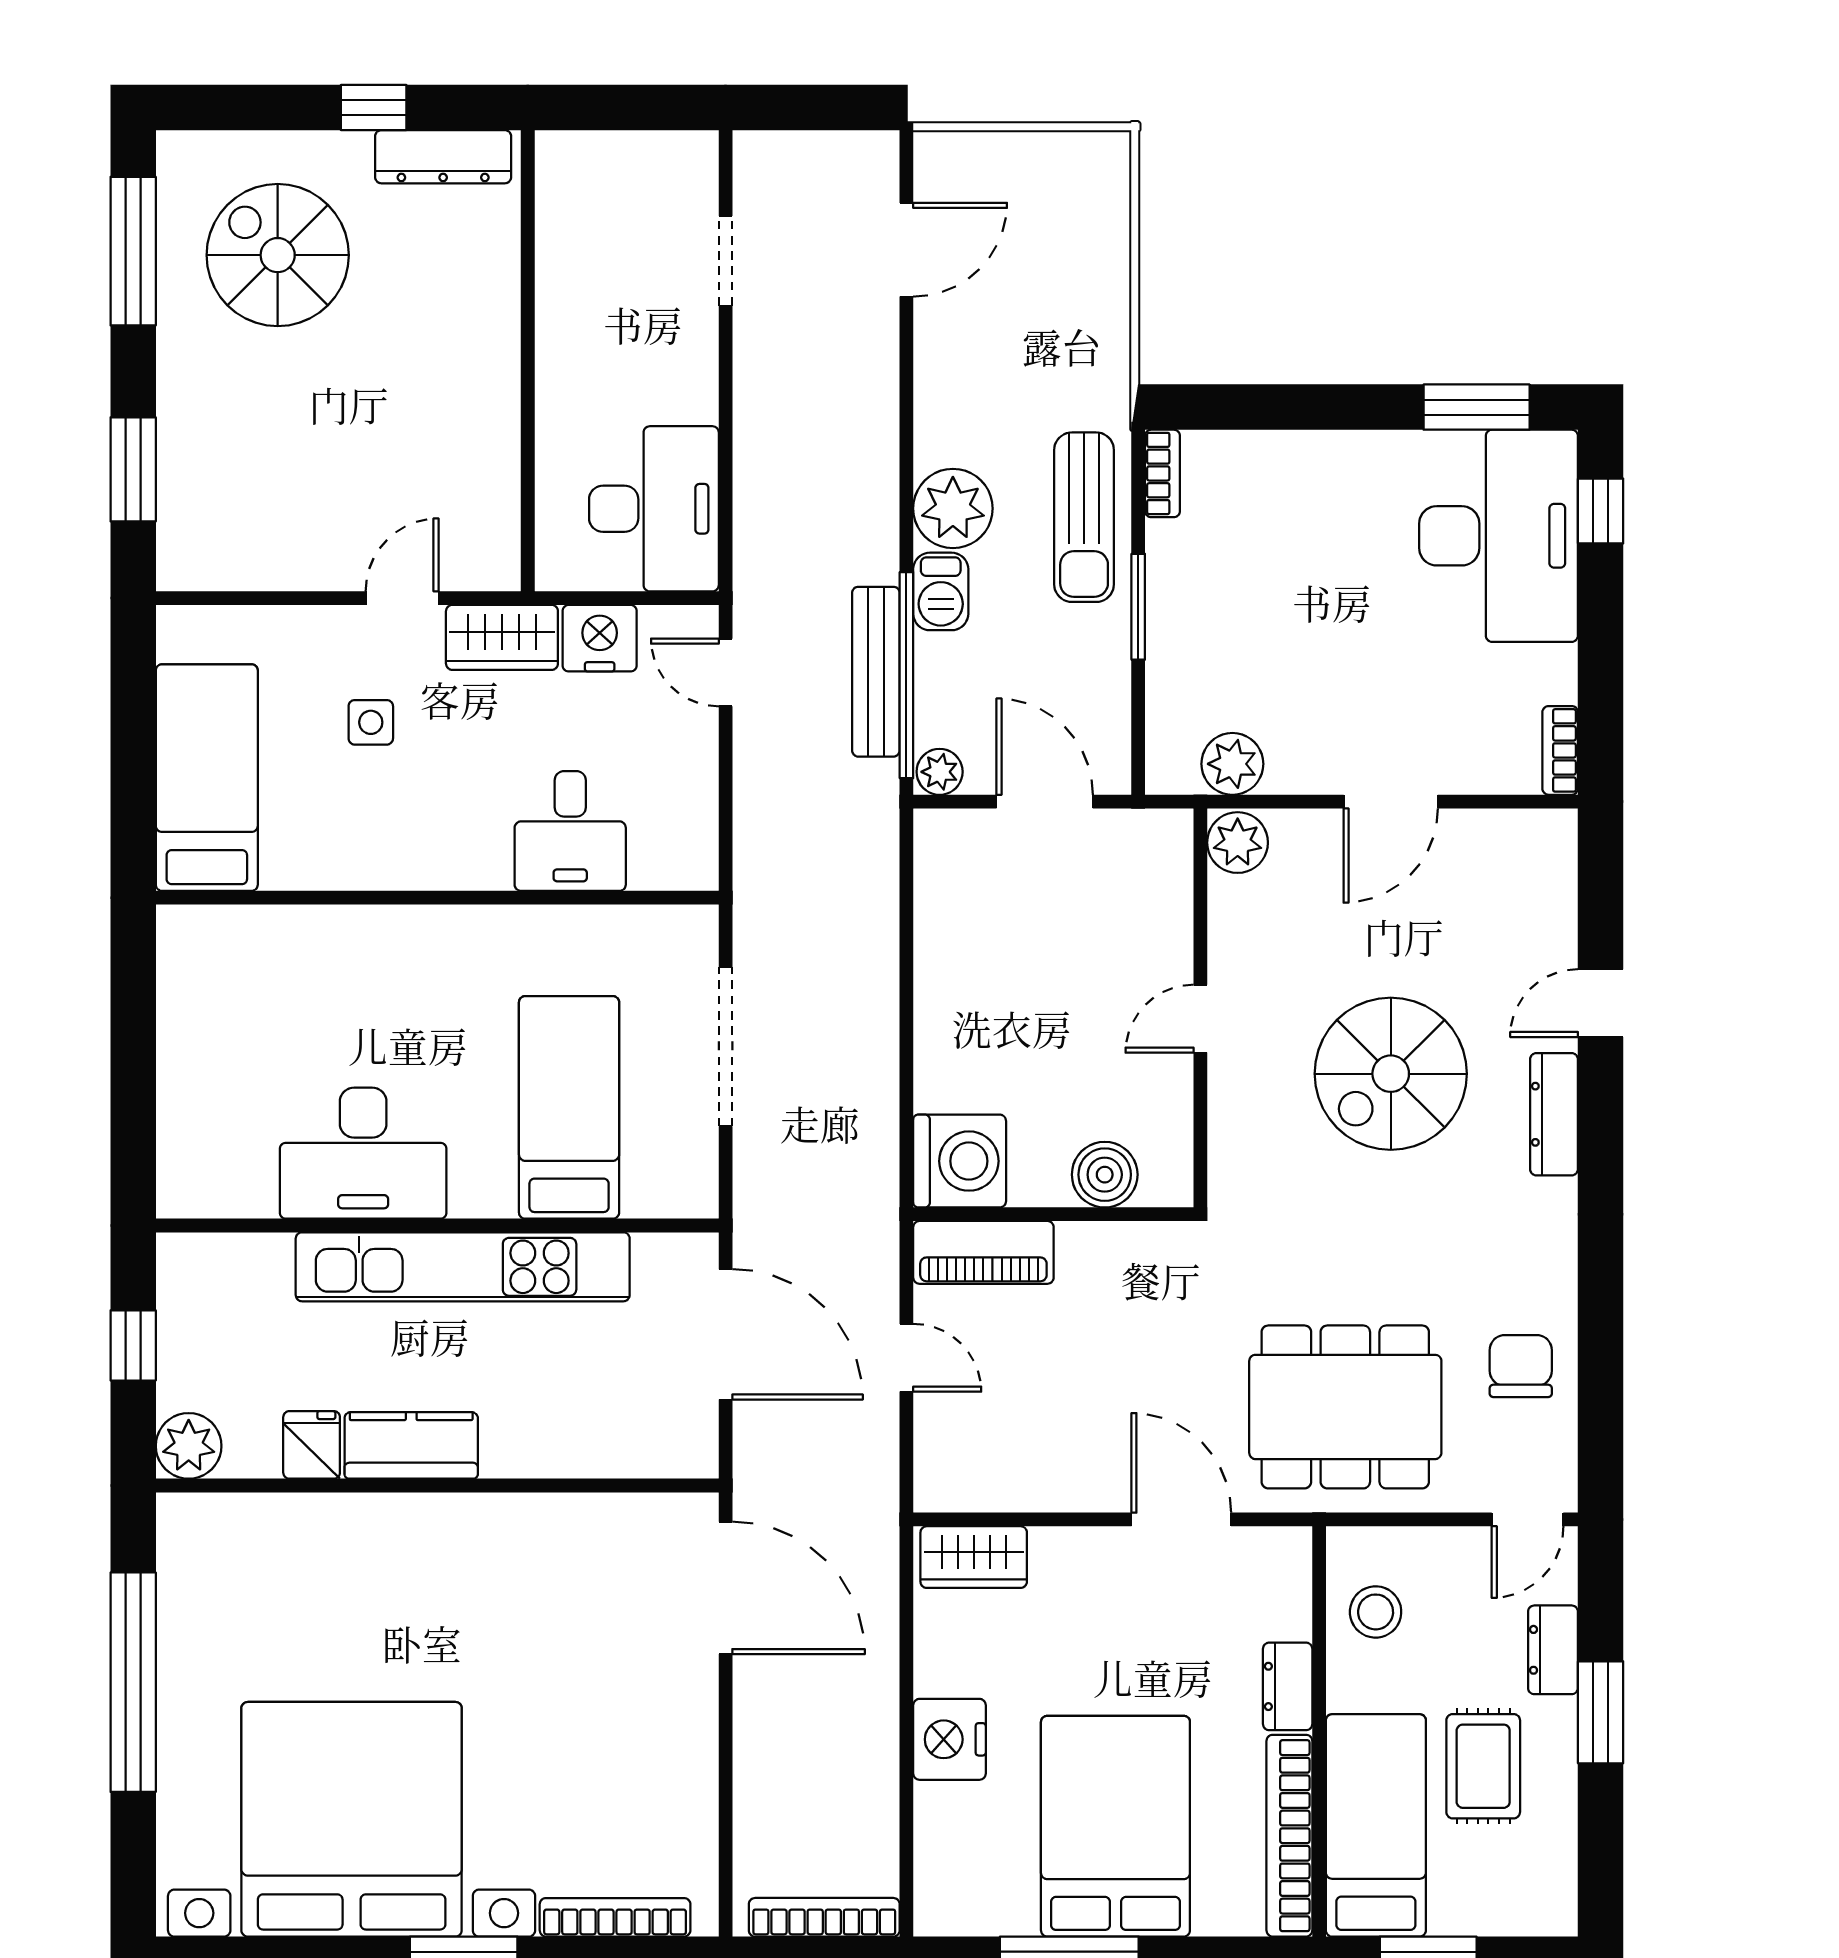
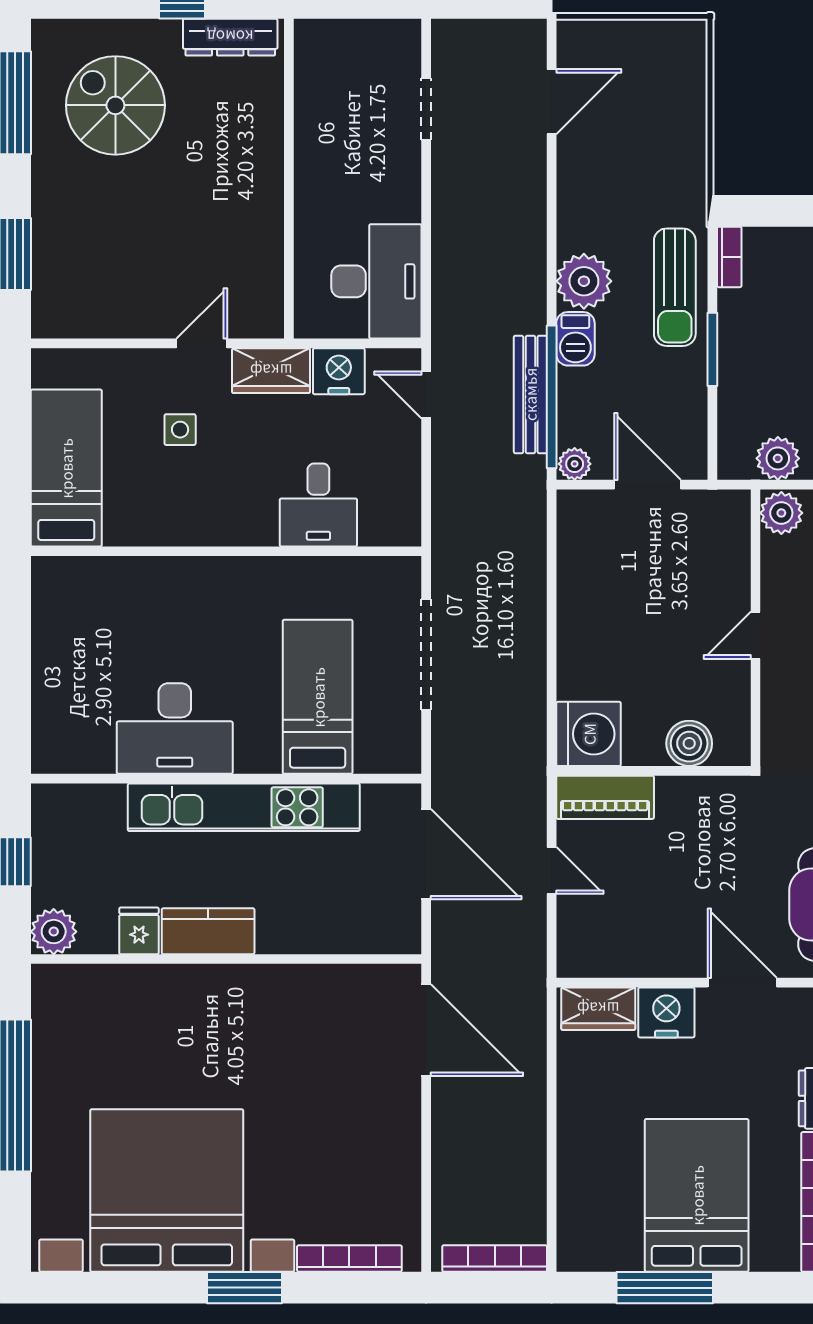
nightstand: (949, 1739) -> (666, 1012), moved, turned 90

